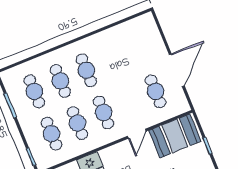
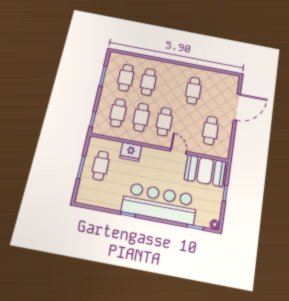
cafe table: (86, 70) -> (193, 91), moved
door: (177, 70) -> (237, 107), moved
door: (137, 134) -> (178, 151), swing flipped

